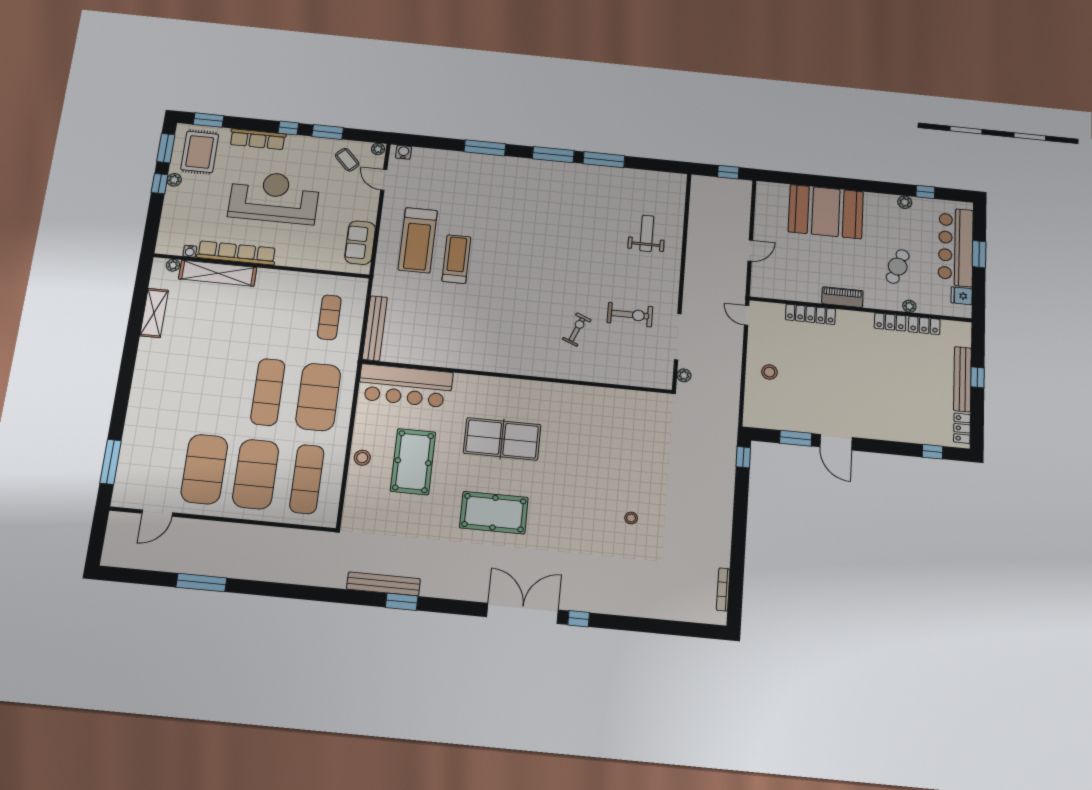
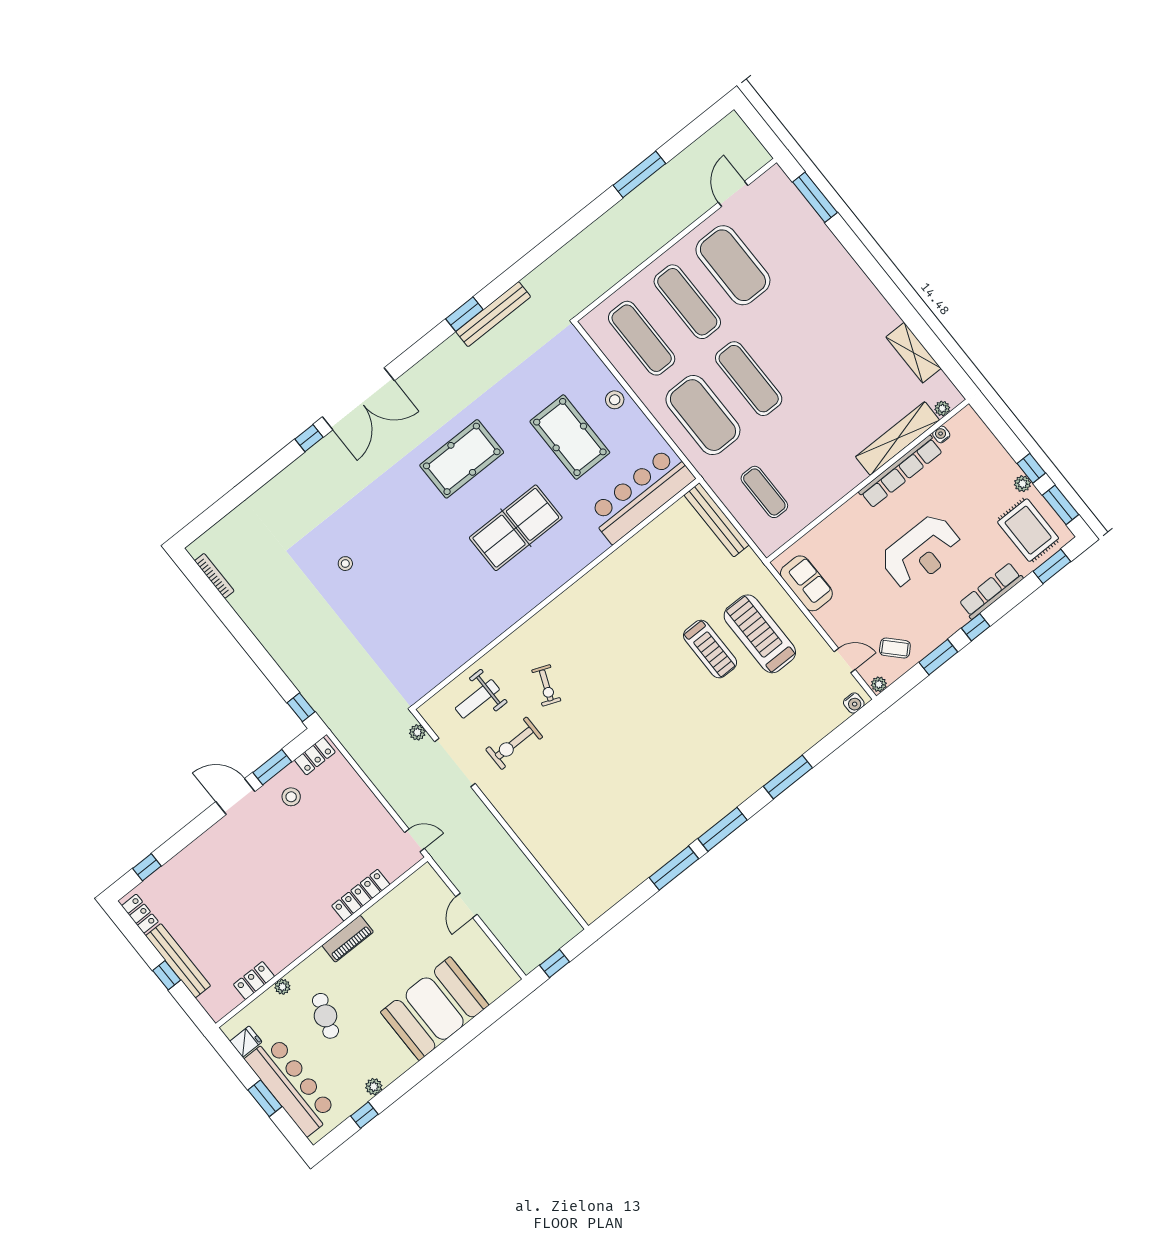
reception desk: (274, 197) -> (921, 552), width x0.74, depth x0.77
weight bench: (647, 233) -> (477, 699), moved, turned 90
locker: (890, 322) -> (315, 756), moved, turned 180
stool: (769, 372) -> (291, 797), moved
exercise mat: (256, 474) -> (687, 302), width x0.68

